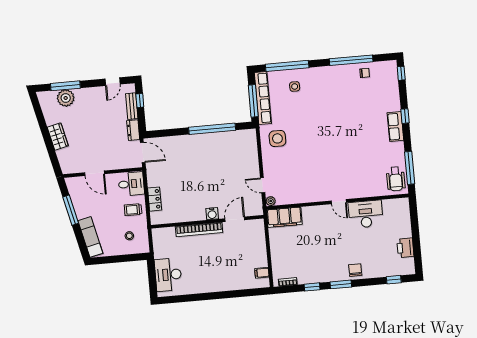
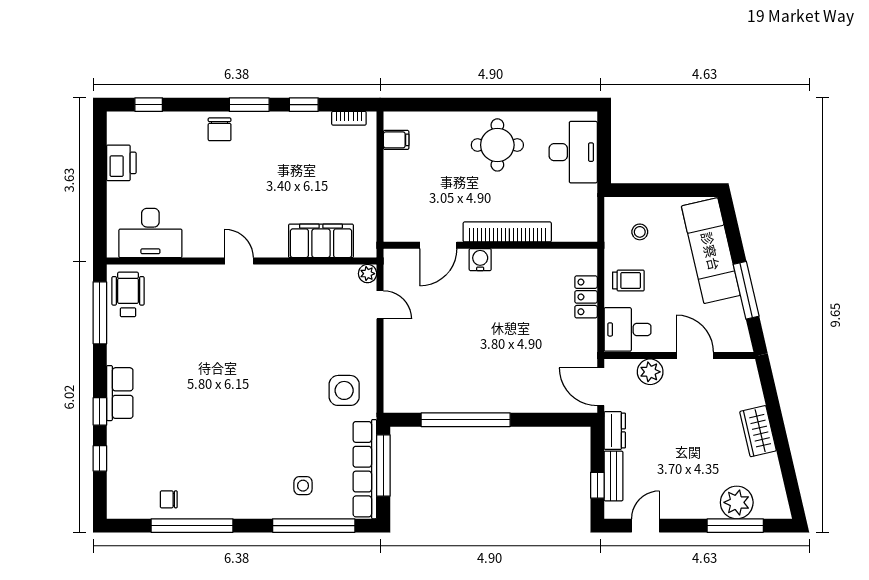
window: (401, 73) -> (100, 458), moved
plant: (117, 163) -> (650, 372), added
desk: (366, 214) -> (150, 233), moved
filing cabinet: (284, 217) -> (321, 241), moved
exam couch: (90, 237) -> (711, 251), width x1.36, depth x1.45
round table: (208, 275) -> (497, 145), added

